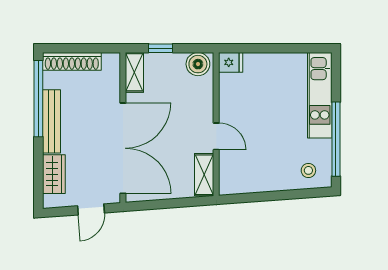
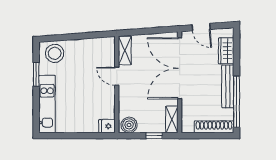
window: (336, 139) -> (36, 74), width x0.47
stool: (308, 170) -> (55, 53), width x1.89, depth x1.89
door: (91, 209) -> (201, 27), swing flipped

